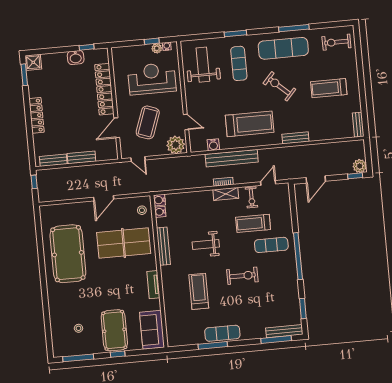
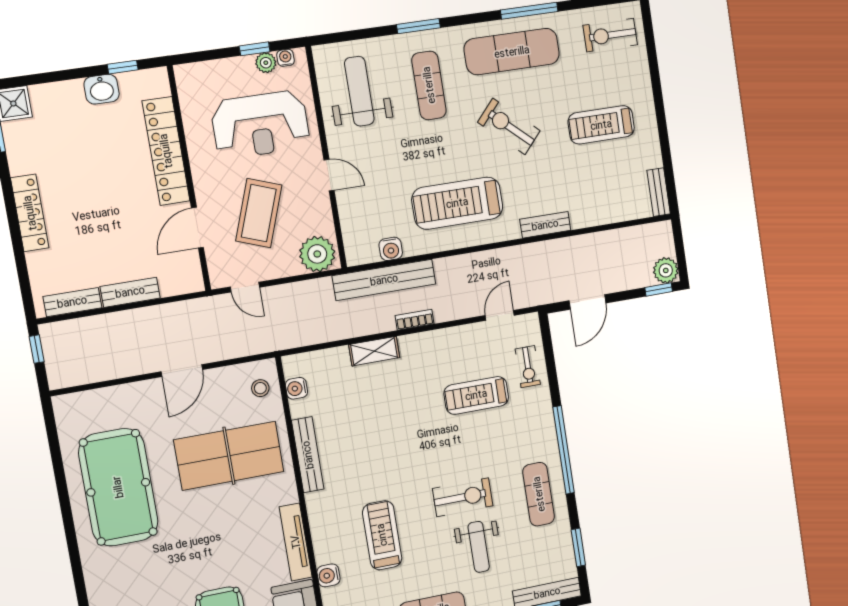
reception desk: (152, 79) -> (260, 125), turned 180
door: (186, 122) -> (329, 175), moved
treadmill: (250, 124) -> (457, 203), turned 180
bench: (232, 158) -> (384, 280), moved
shelving: (226, 194) -> (374, 351), moved
exercise bike: (252, 197) -> (528, 367), moved
water cooler: (159, 200) -> (328, 575), moved
weight bench: (206, 244) -> (479, 547), moved, turned -90
exercise mat: (271, 245) -> (539, 494), moved, turned 90
tv unit: (153, 285) -> (296, 542), width x1.41

